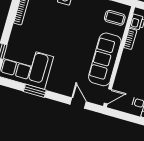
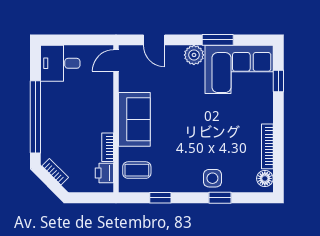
sofa: (105, 59) -> (134, 119), width x0.73
plant: (54, 85) -> (194, 55), added

